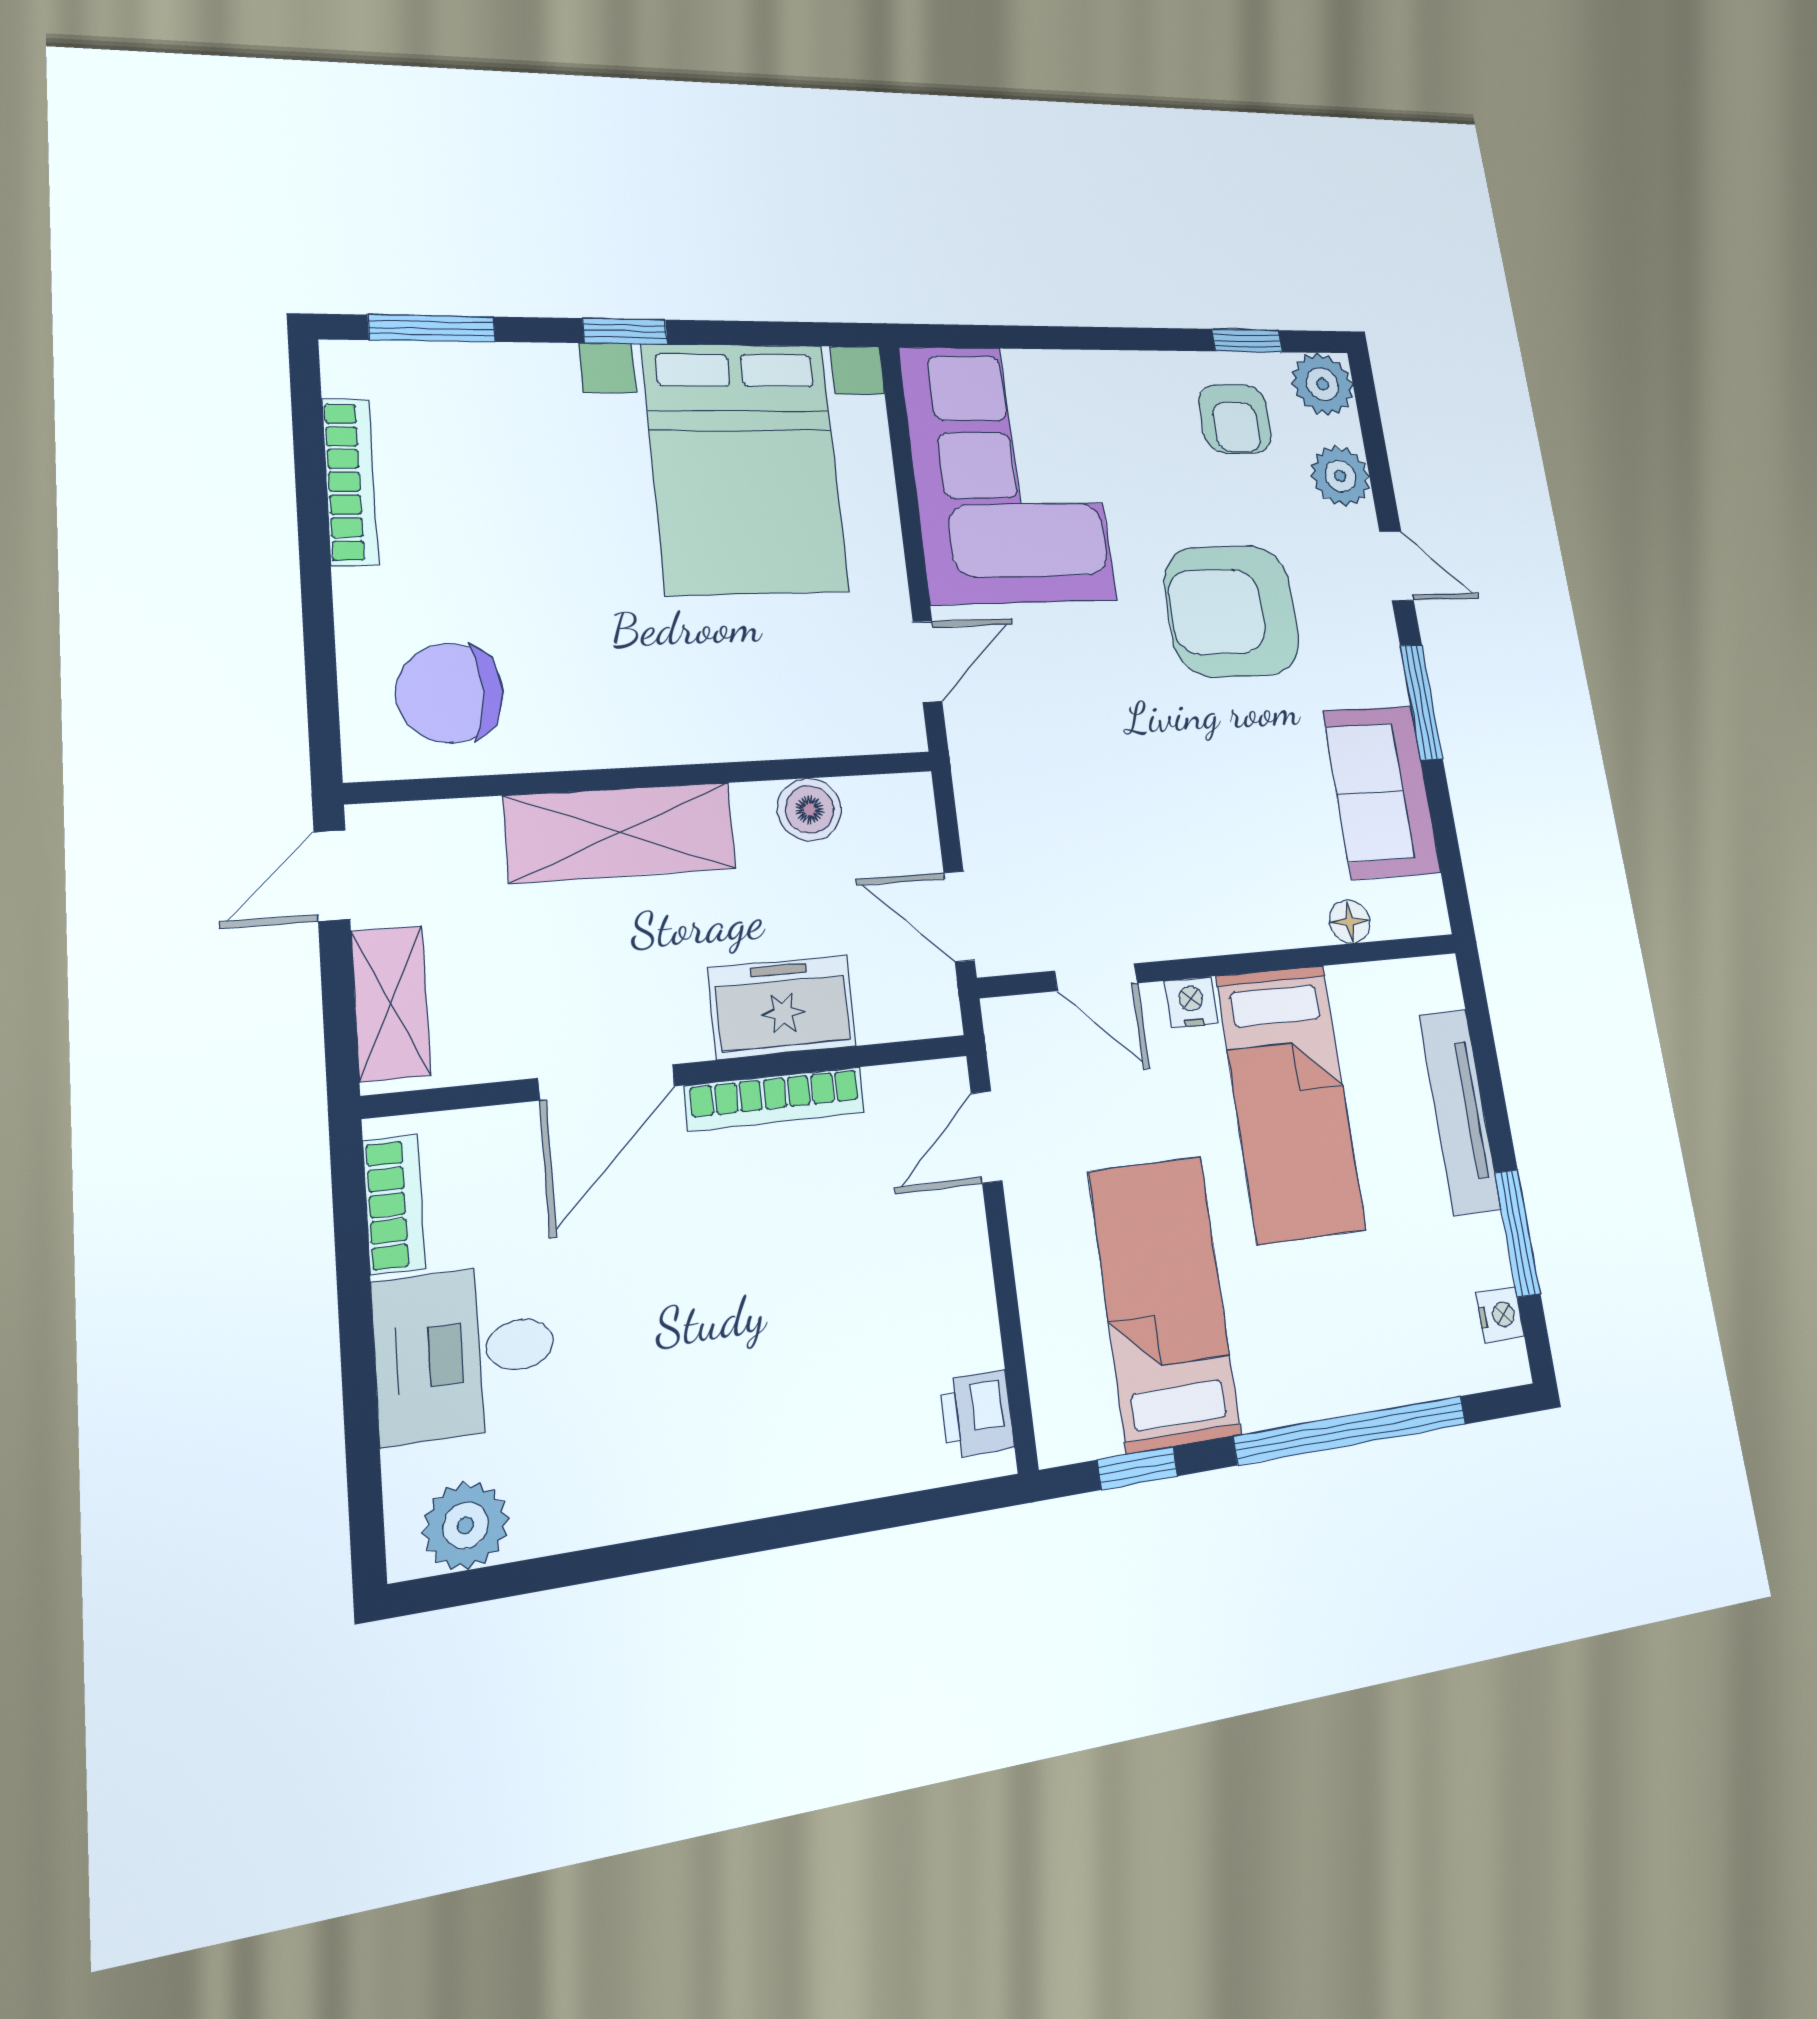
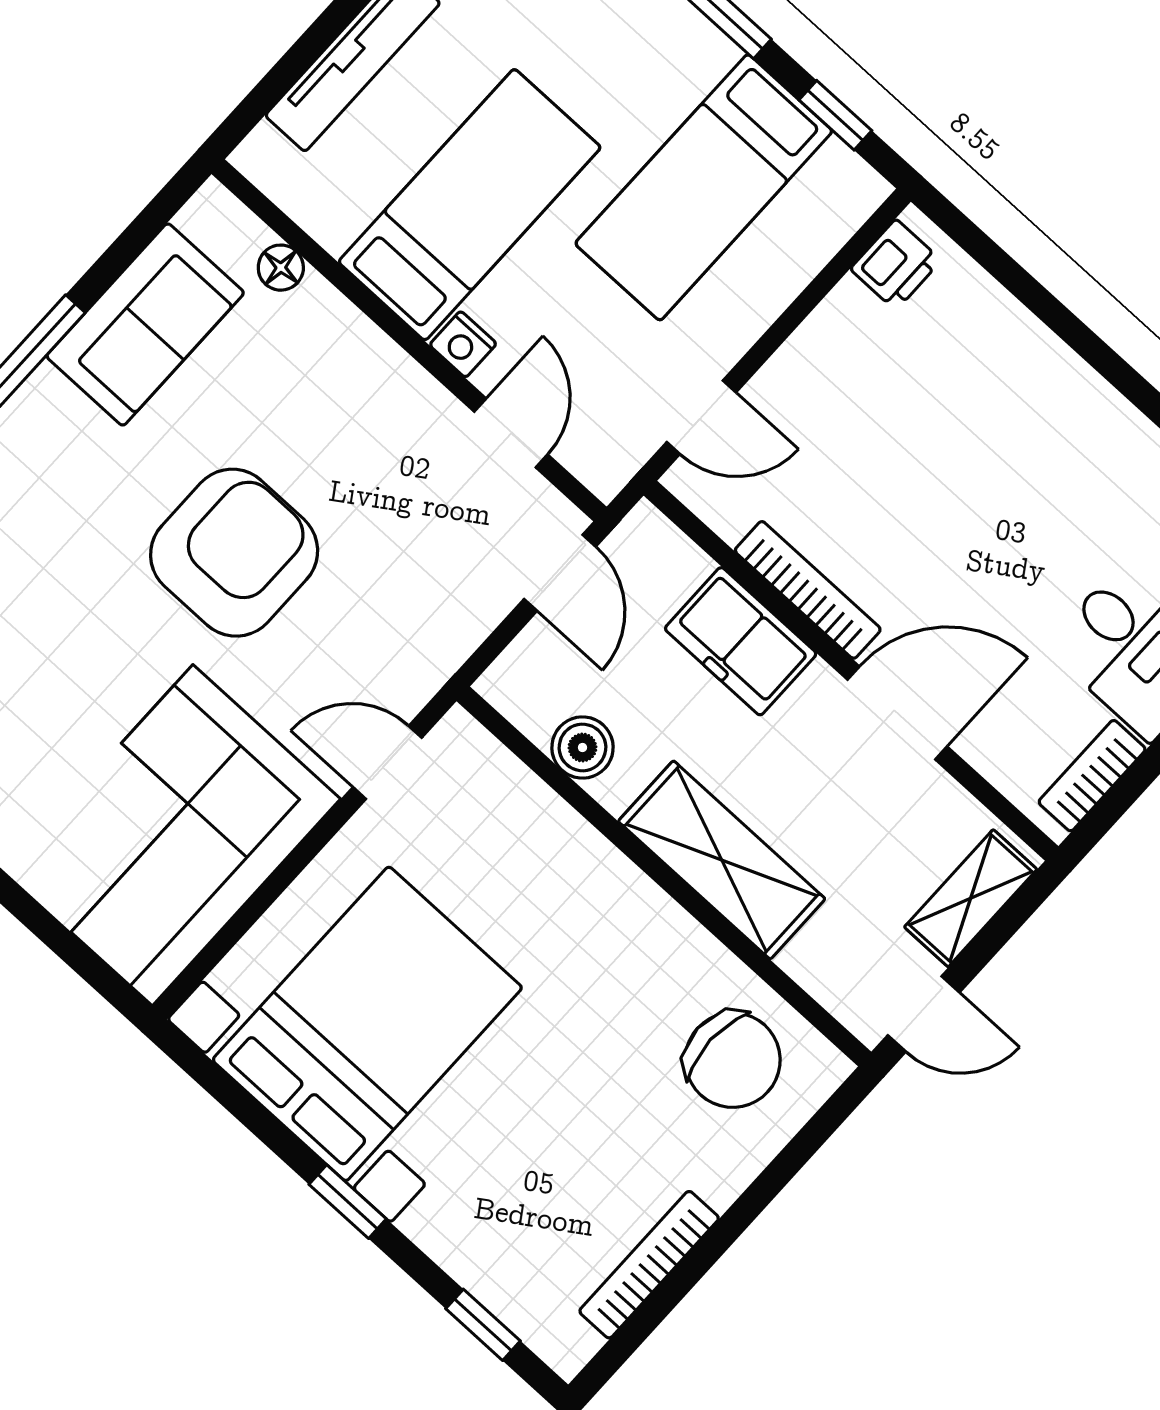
window: (432, 328) -> (483, 1325), width x0.67
armchair: (1232, 611) -> (234, 553), moved, turned -90

